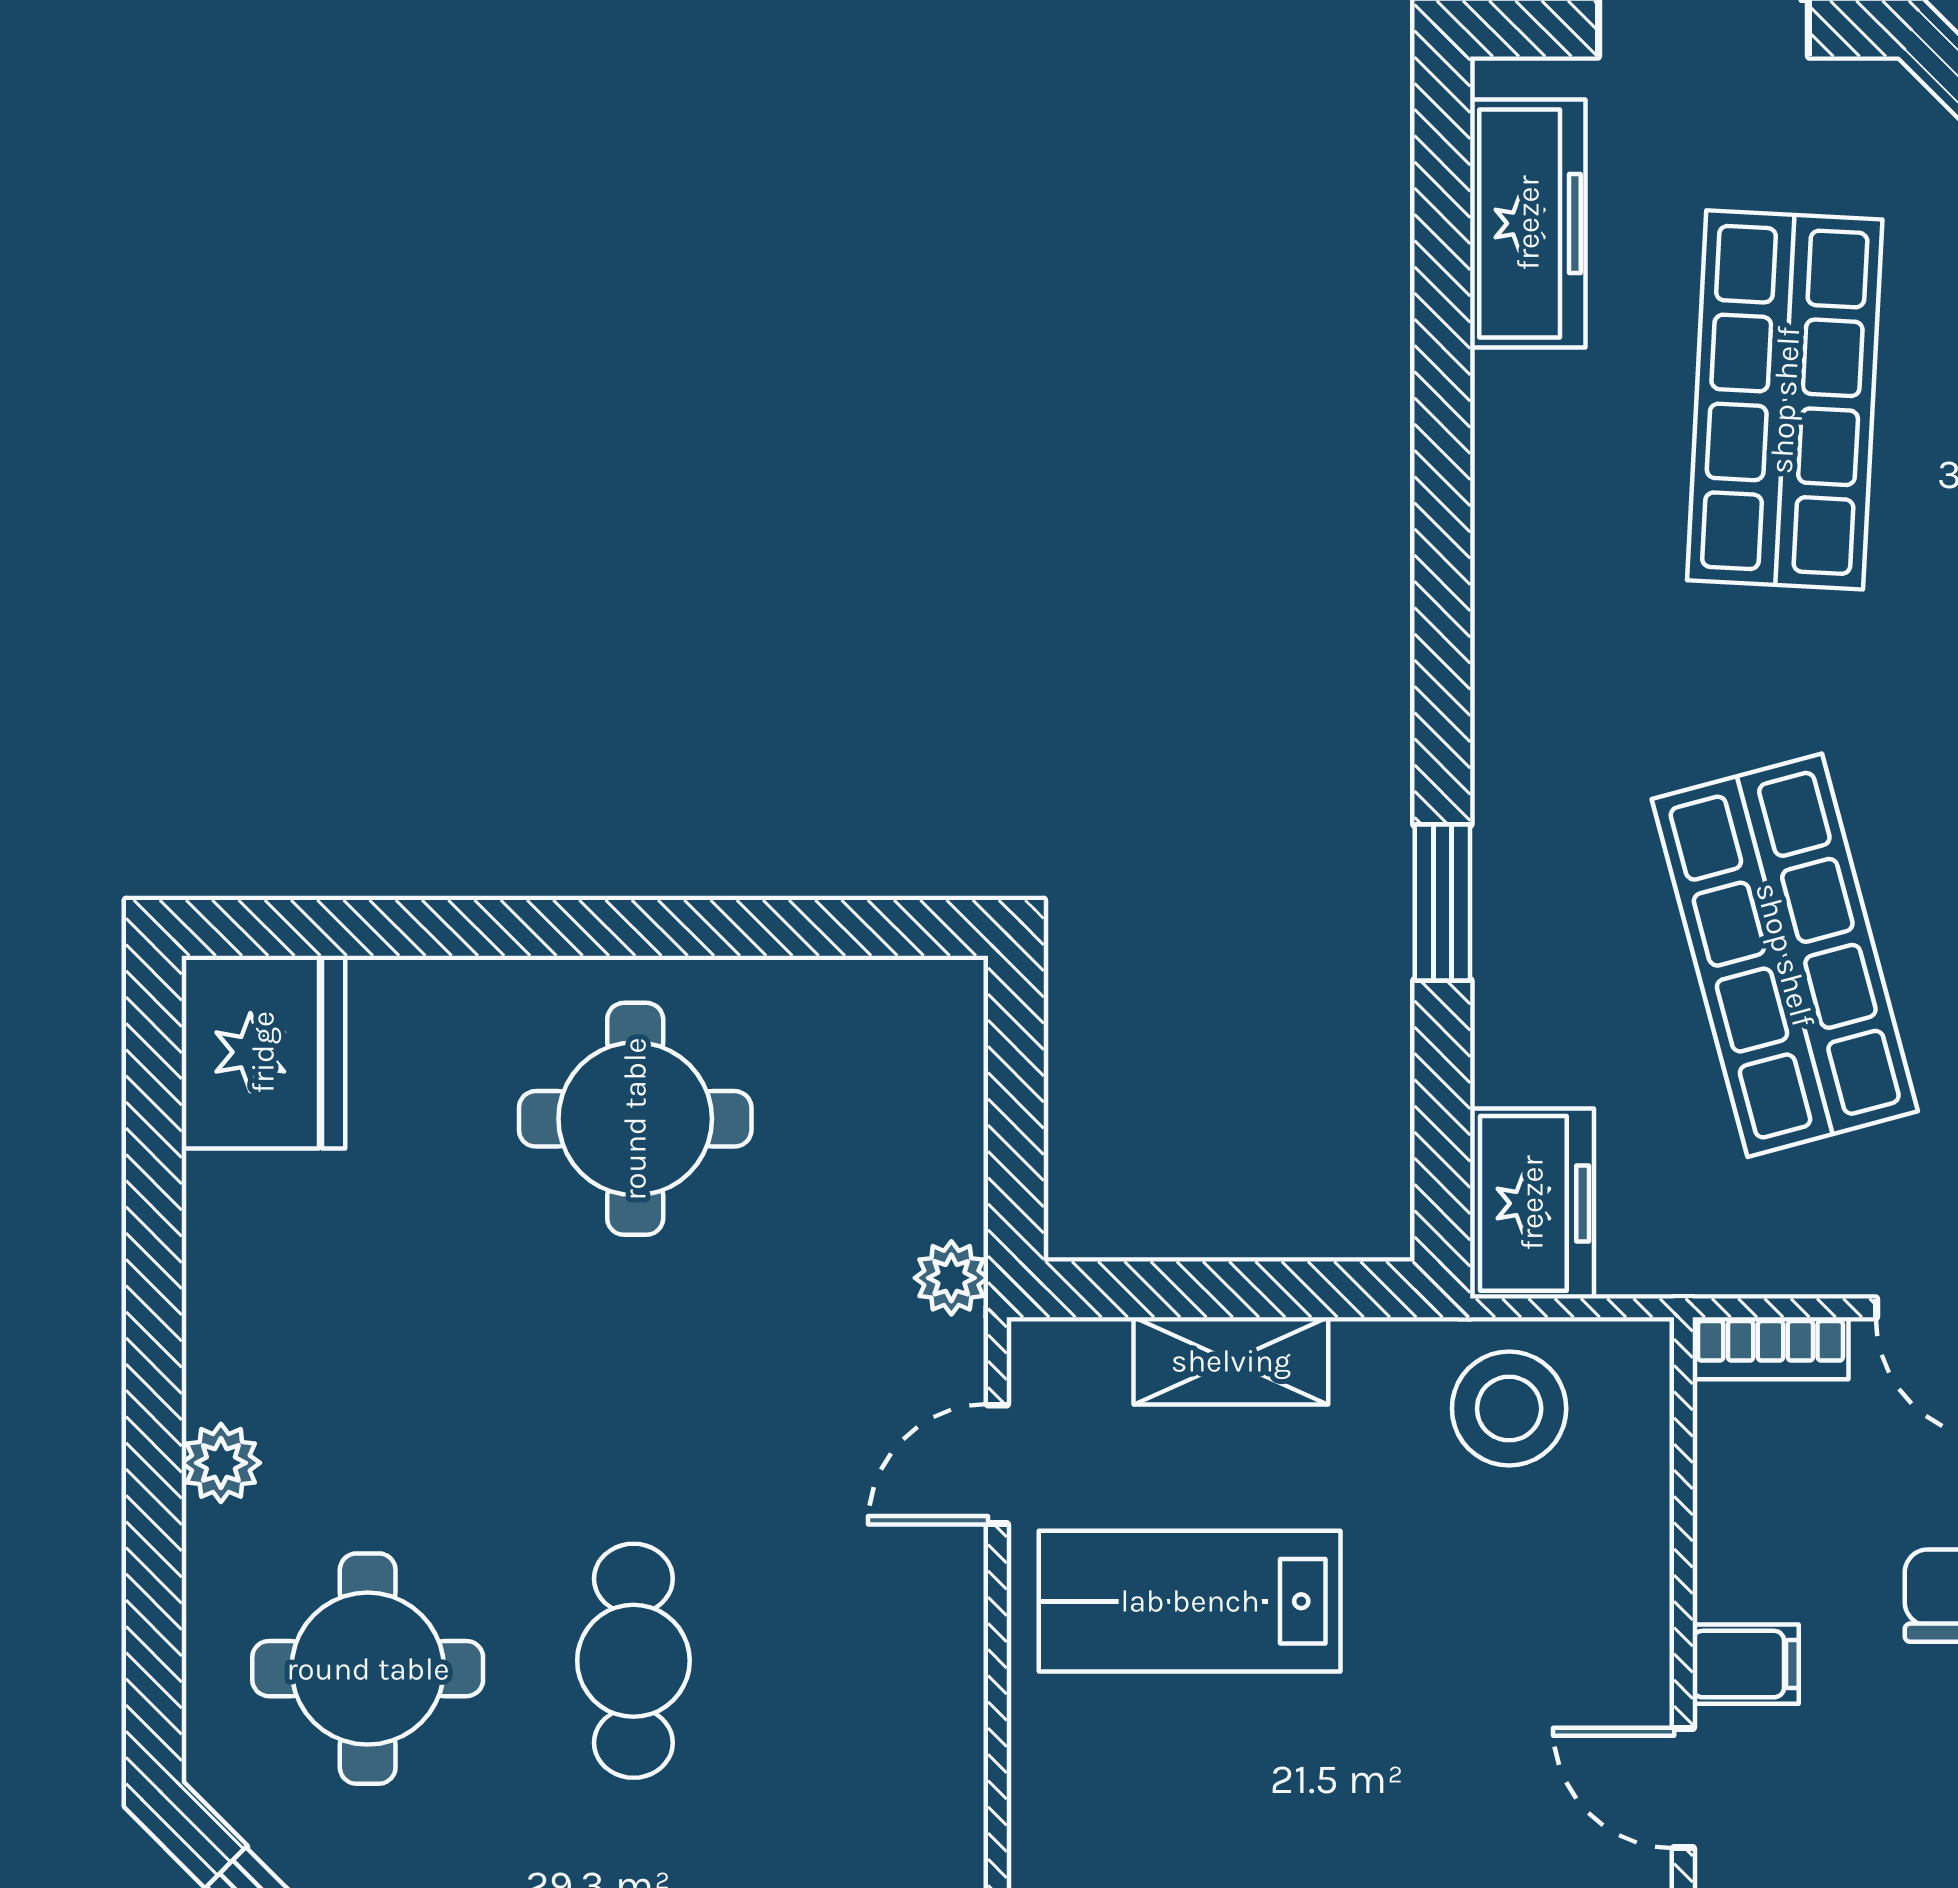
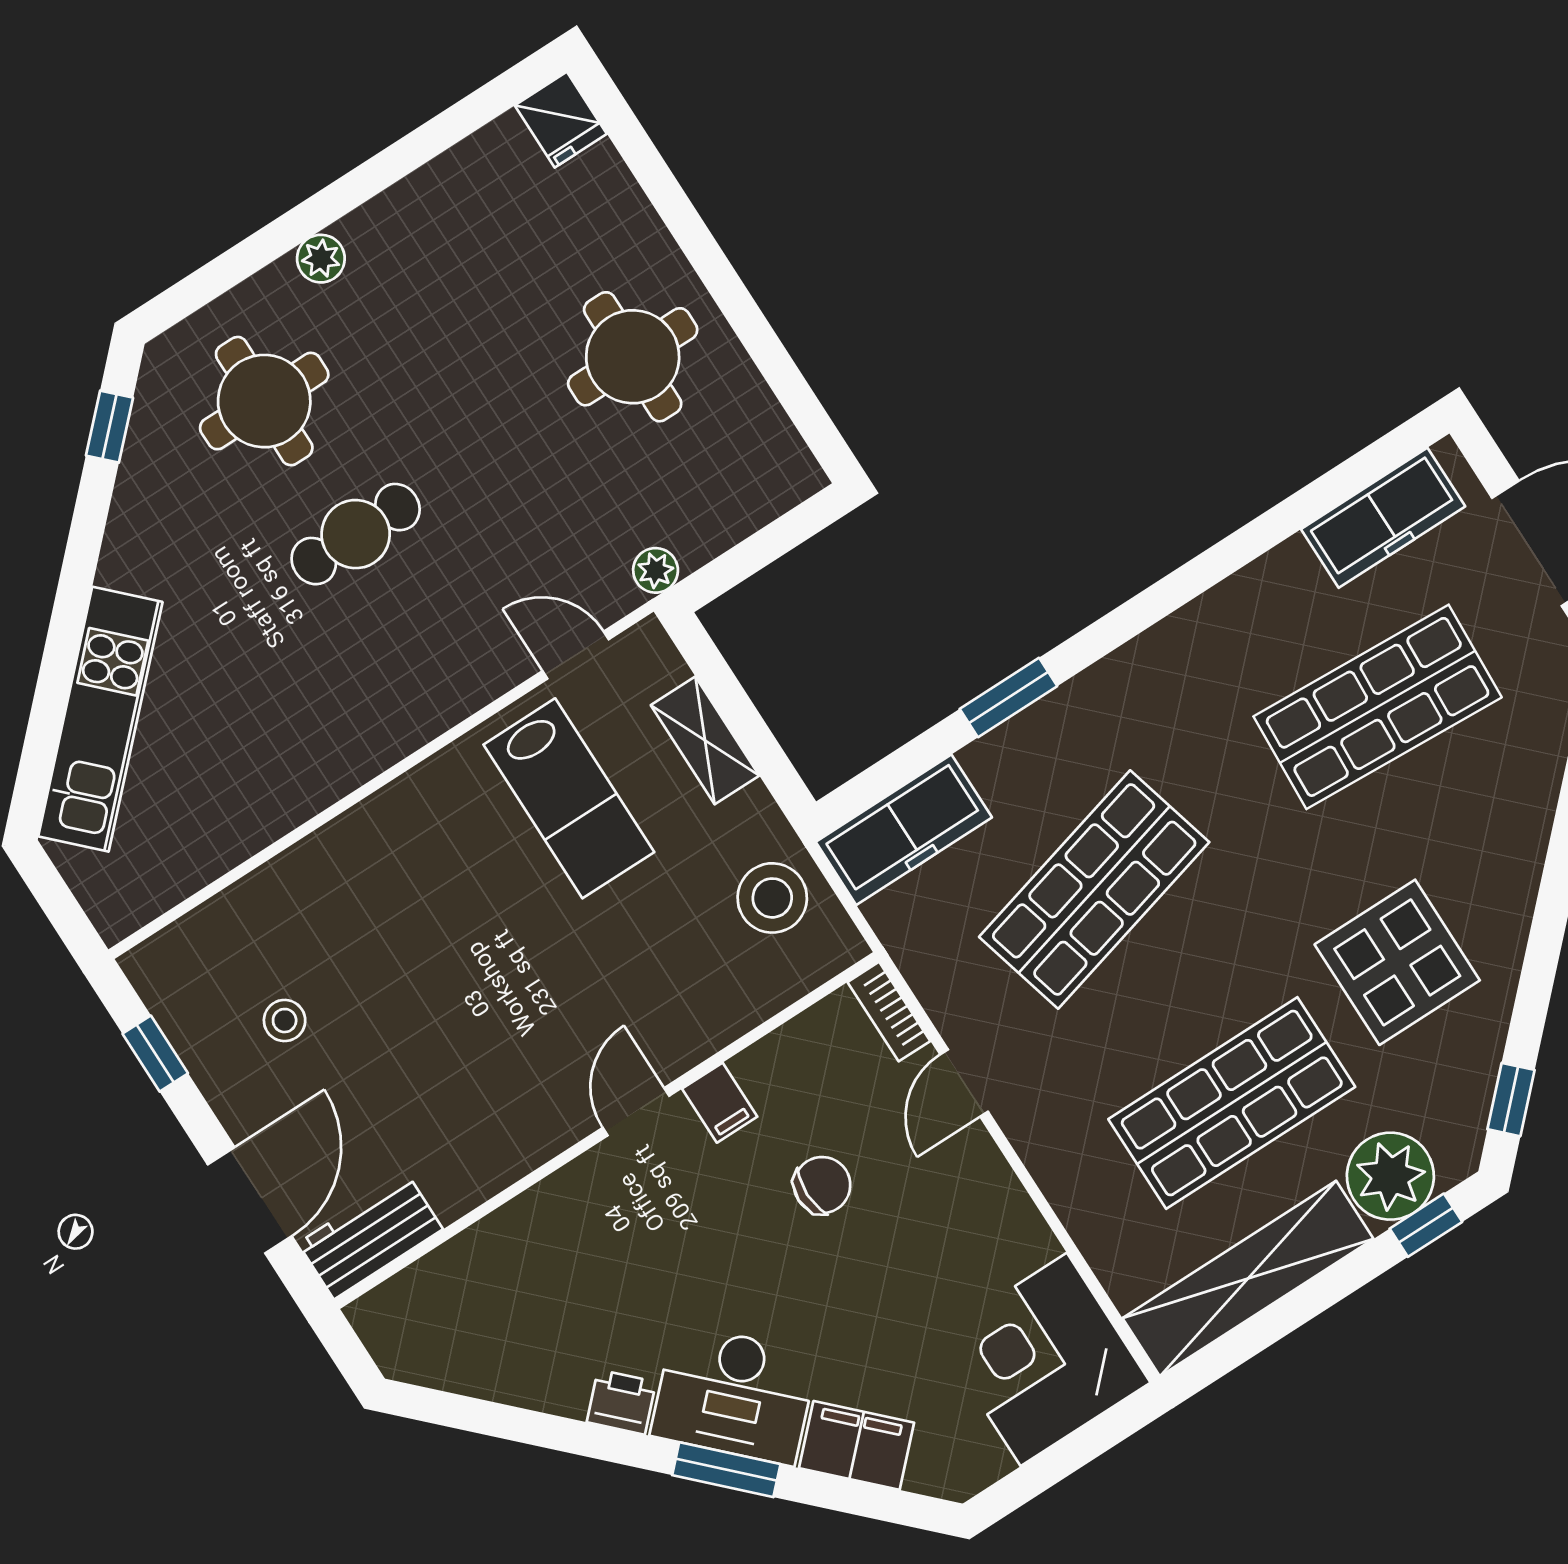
fridge: (263, 1052) -> (561, 120), width x0.53, depth x0.75
freezer: (1532, 1203) -> (904, 830), width x1.40
lab bench: (1190, 1601) -> (569, 798), turned 180

